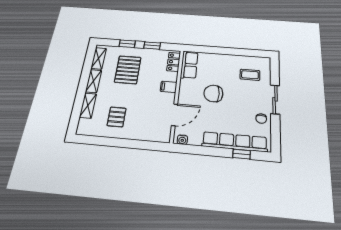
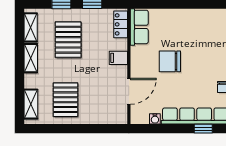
coffee table: (250, 75) -> (210, 34), removed
shelving: (88, 106) -> (31, 104), moved
pallet: (117, 117) -> (65, 100), width x1.50, depth x1.42
water cooler: (182, 140) -> (155, 119), moved

